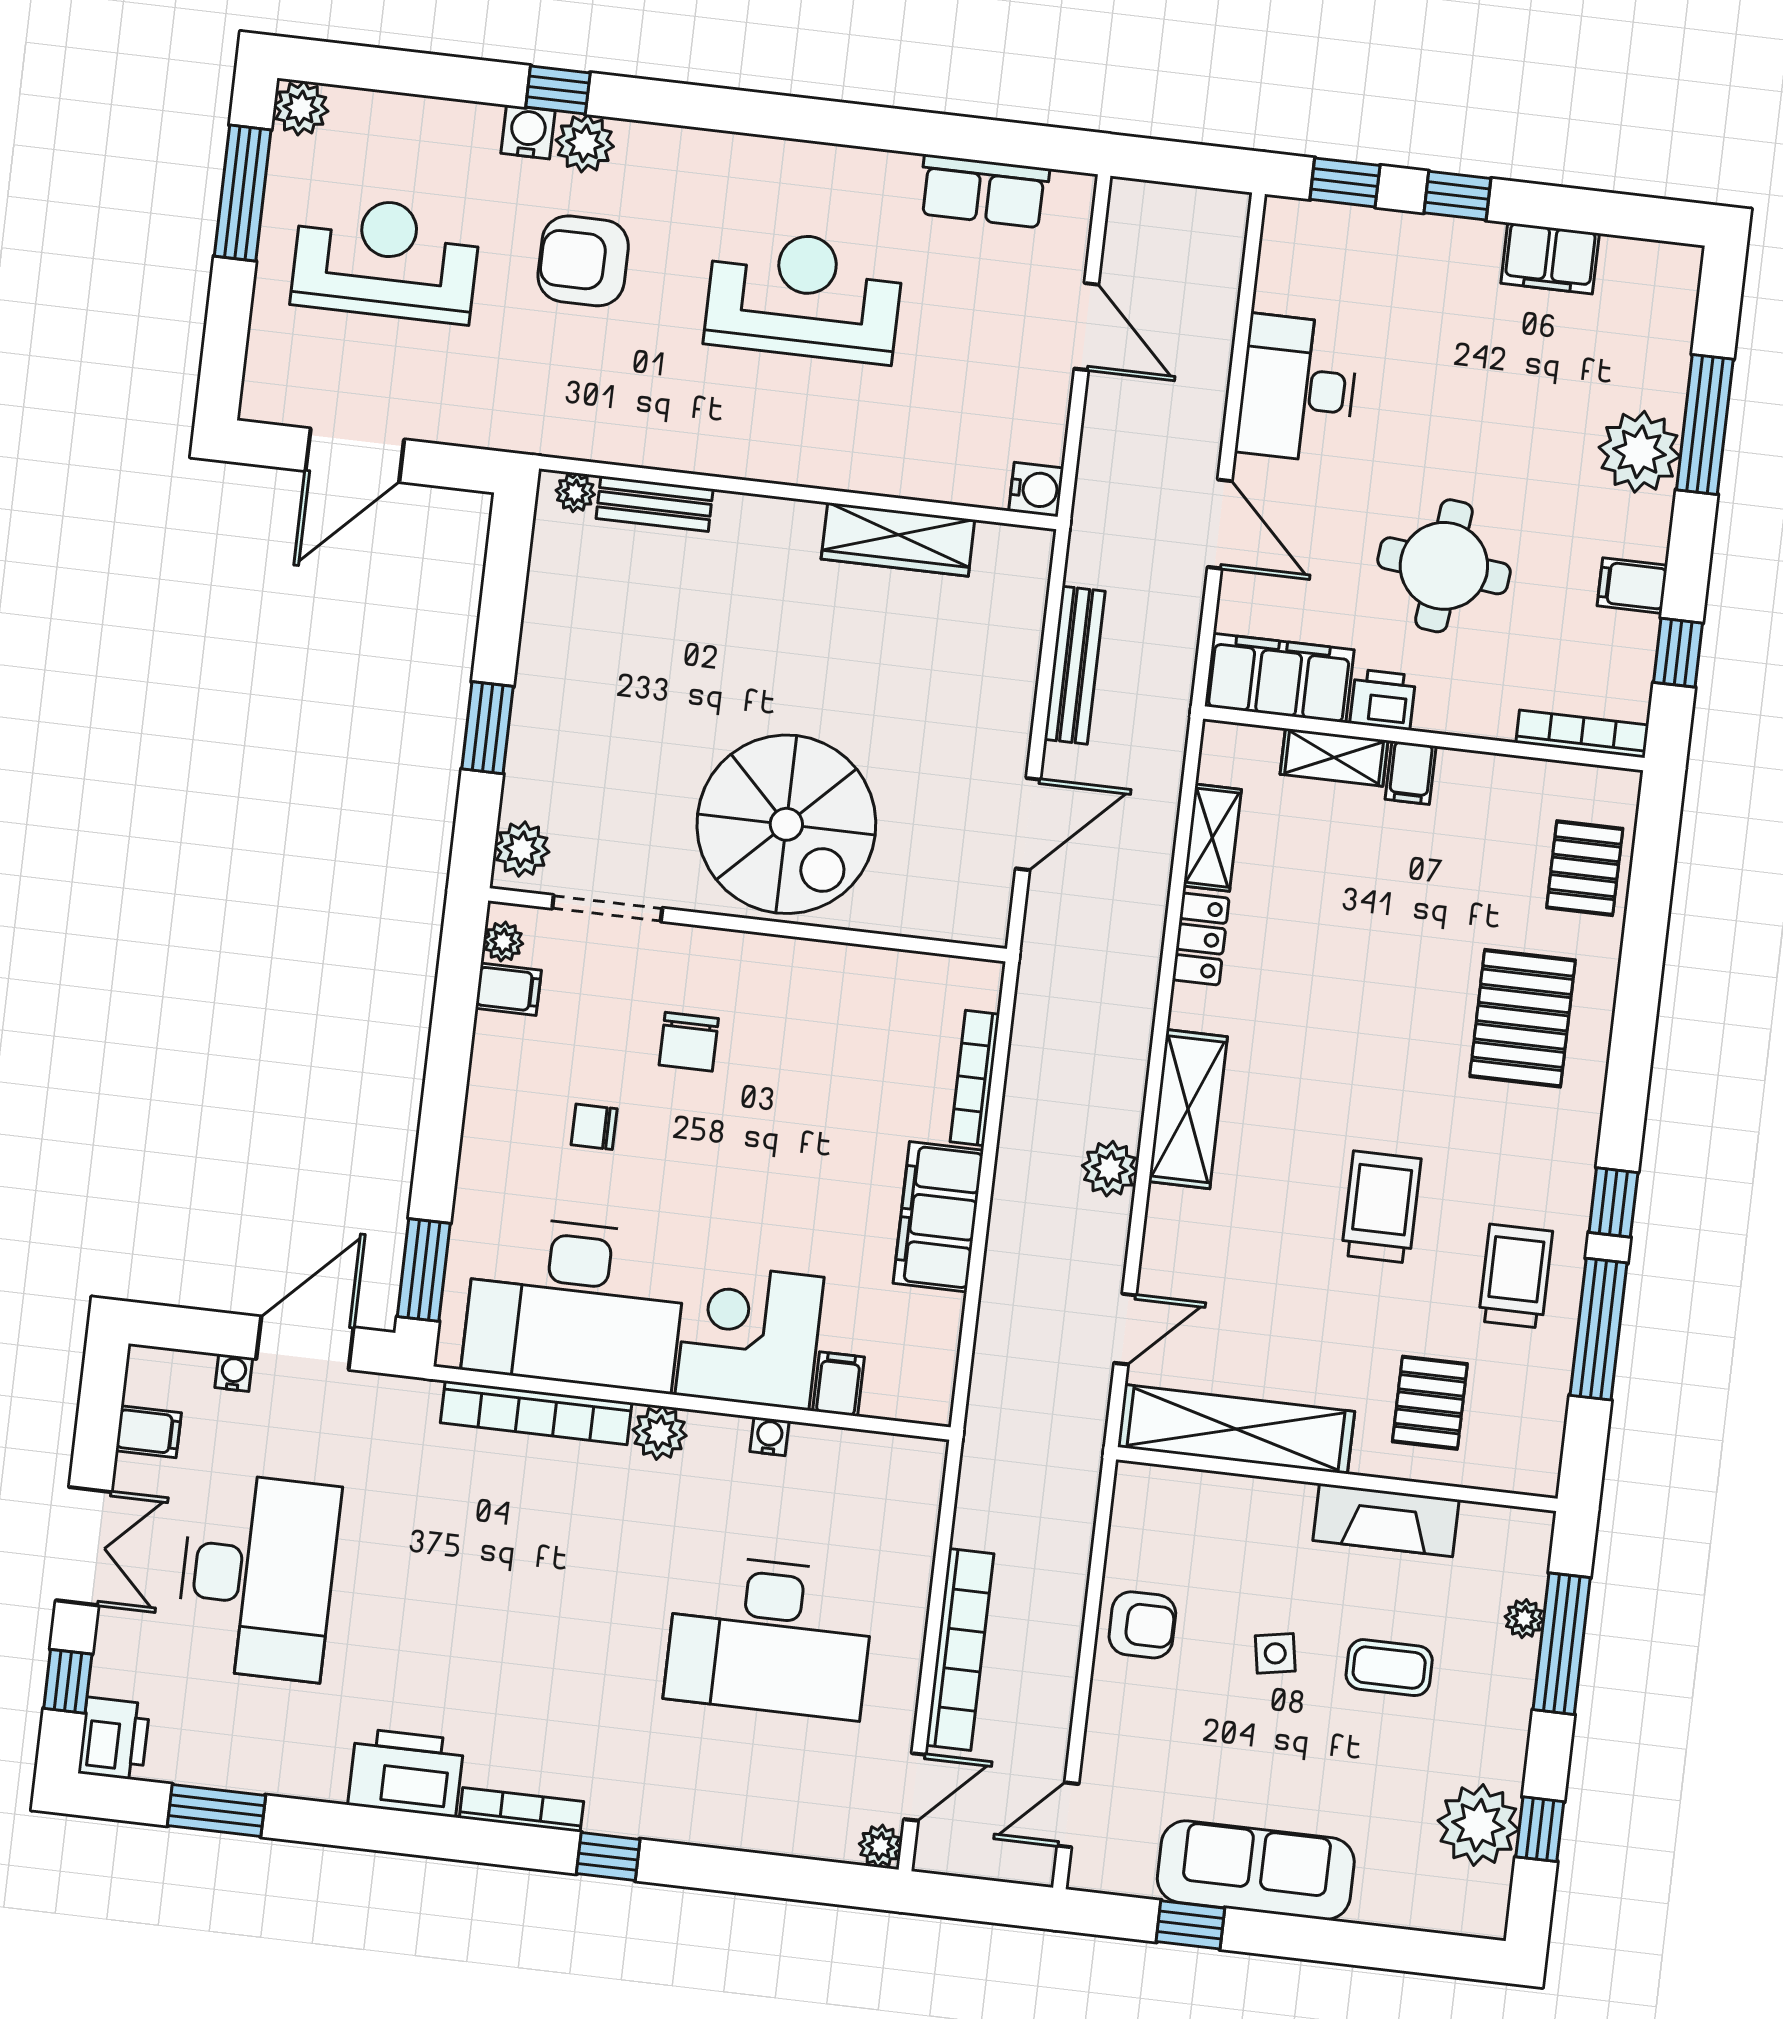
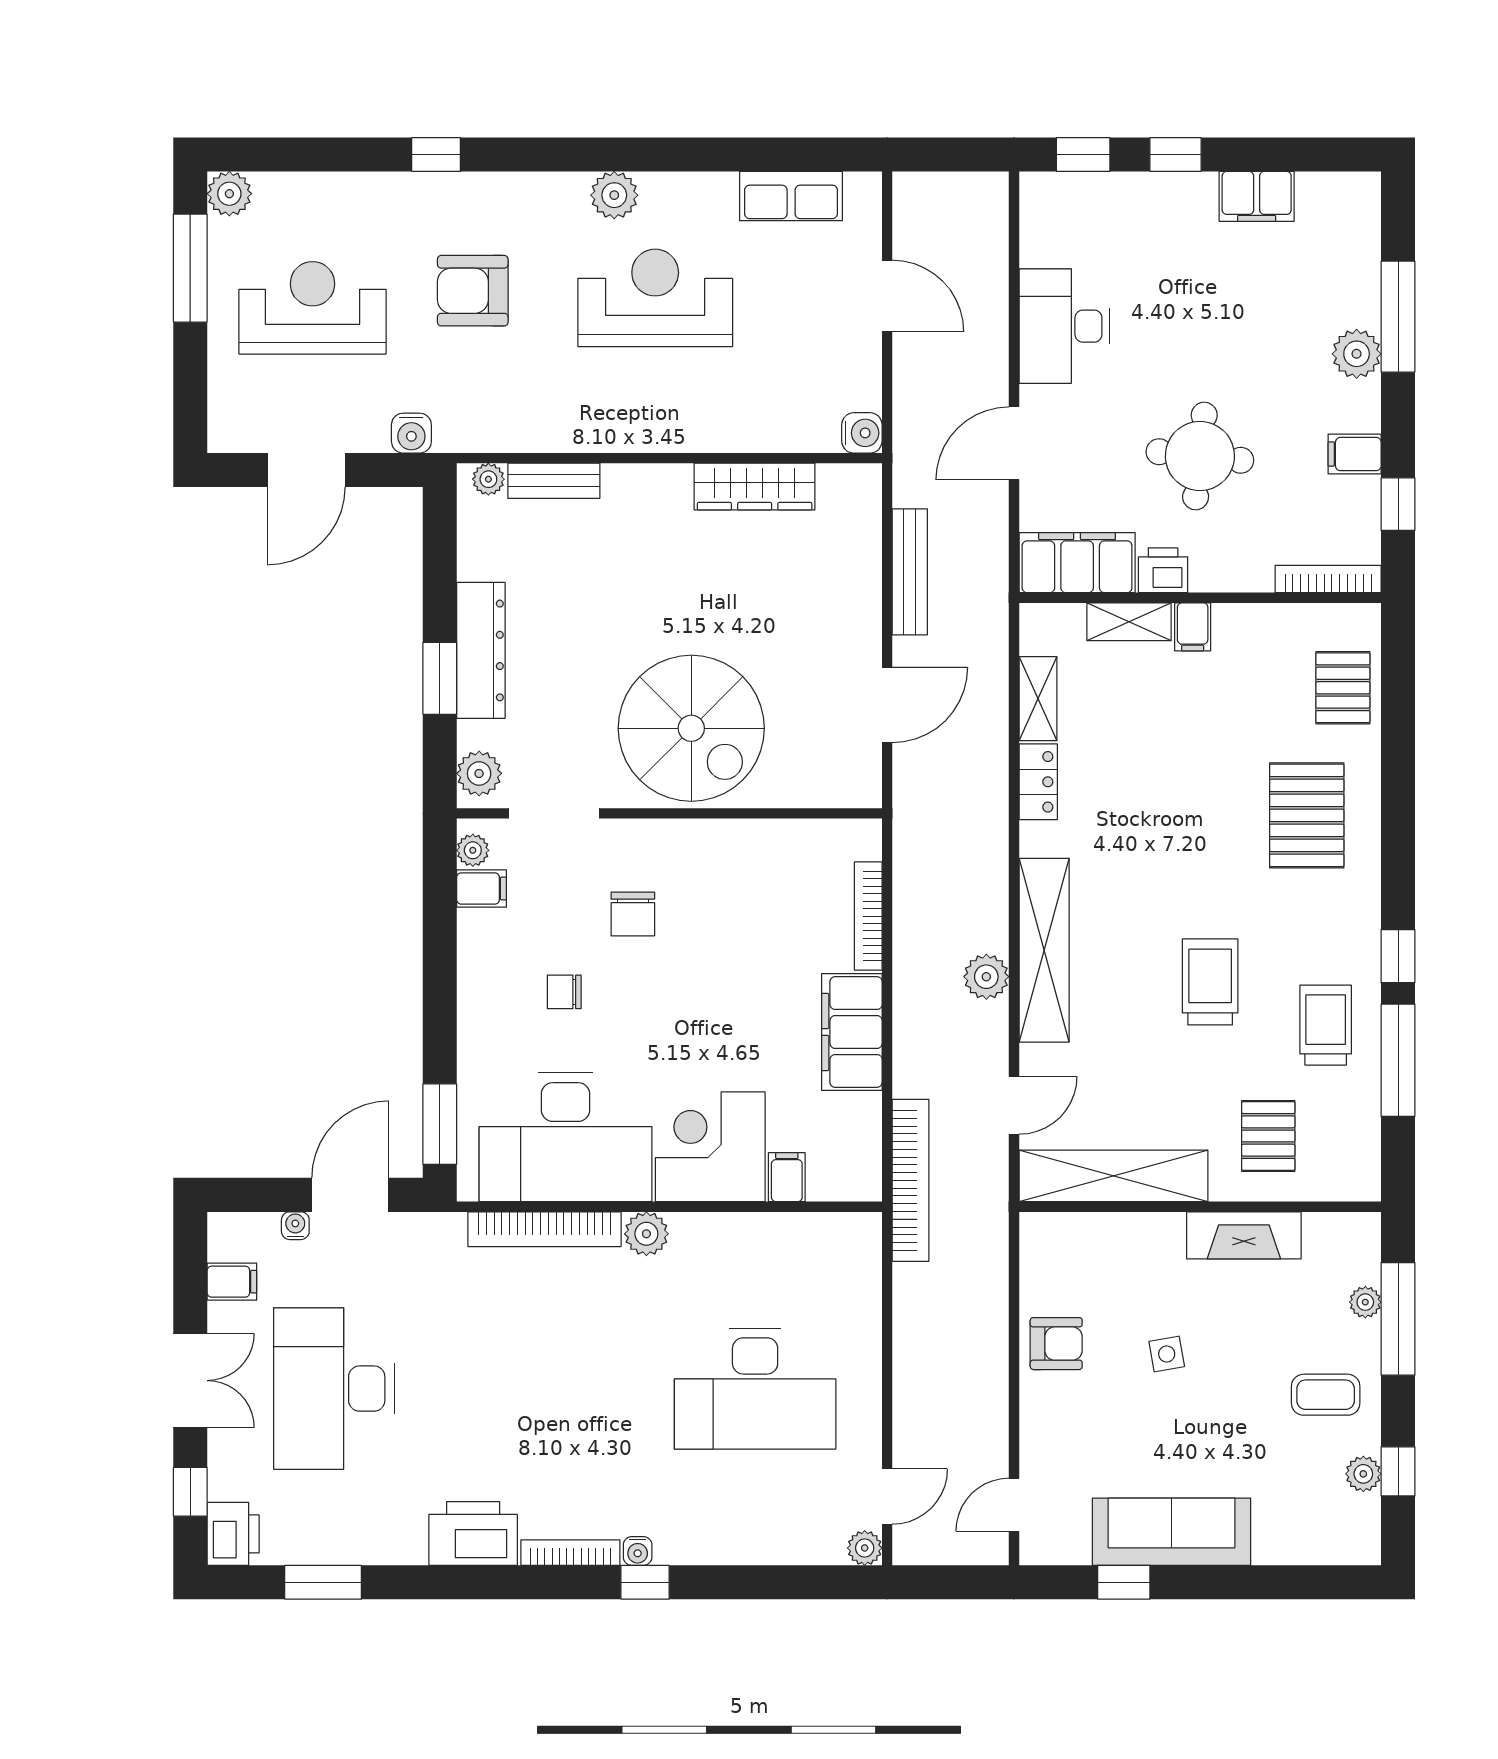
water cooler: (528, 132) -> (411, 433), moved, turned 180
plant: (585, 143) -> (614, 195), moved
plant: (1640, 452) -> (1357, 354), width x0.73, depth x0.73
door: (1220, 524) -> (1014, 443), swing flipped
dresser: (542, 700) -> (481, 650), added
shelving: (1188, 1109) -> (1044, 950), width x1.47
water cooler: (769, 1436) -> (638, 1551), moved, turned 180
desk: (258, 1576) -> (334, 1389), turned 180
bookcase: (960, 1649) -> (911, 1180), moved
coffee table: (1389, 1668) -> (1326, 1395), moved
plant: (1478, 1825) -> (1363, 1474), width x0.53, depth x0.53

